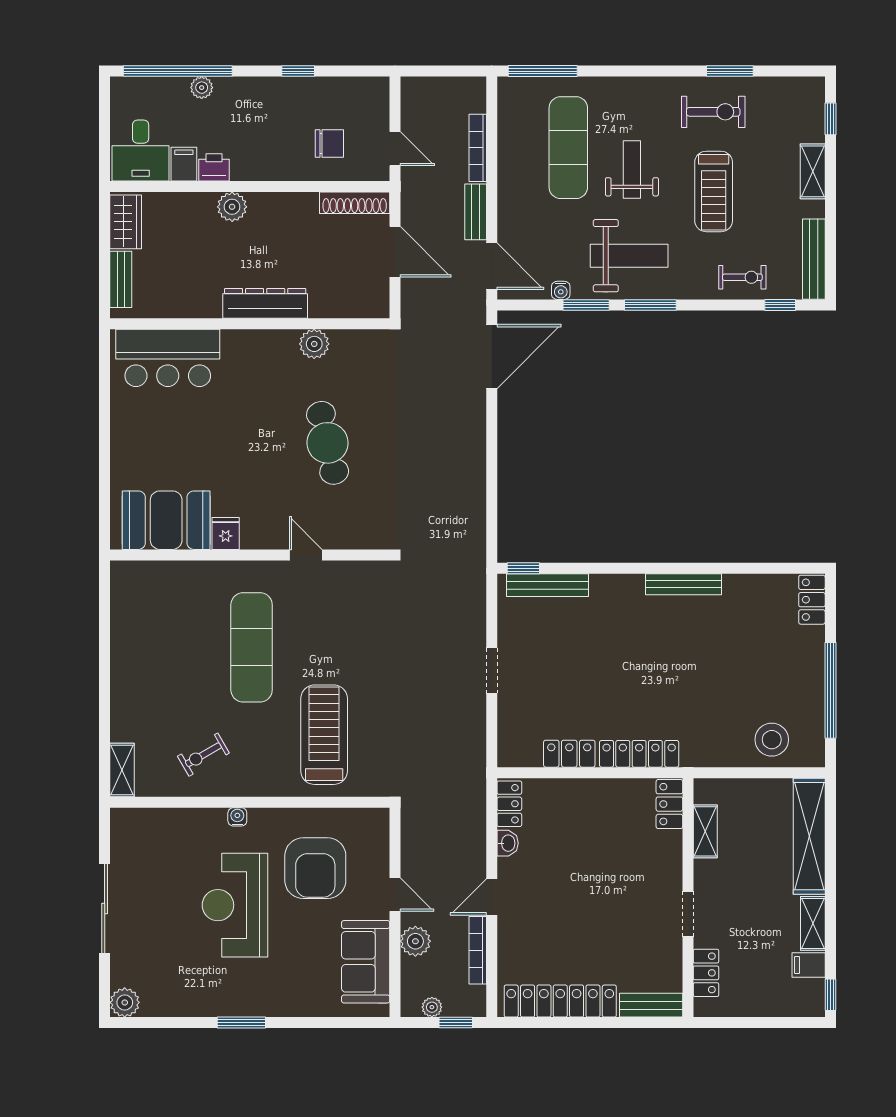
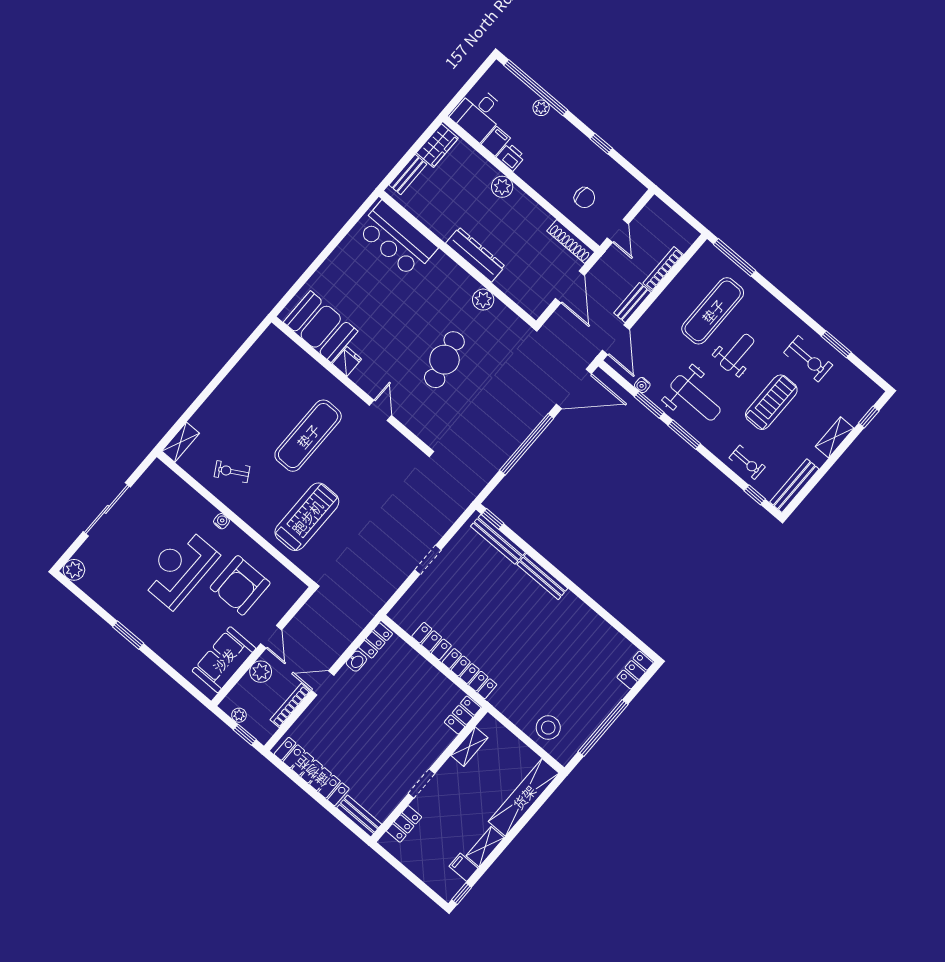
treadmill: (714, 191) -> (771, 402), turned 180
window: (492, 458) -> (527, 444), added
bench: (683, 584) -> (542, 576), moved

